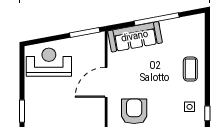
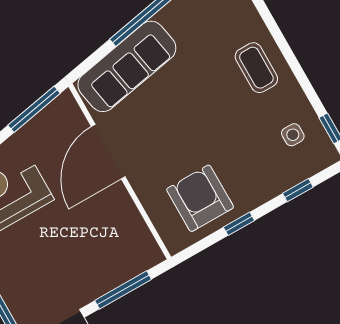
door: (106, 82) -> (108, 152), moved

